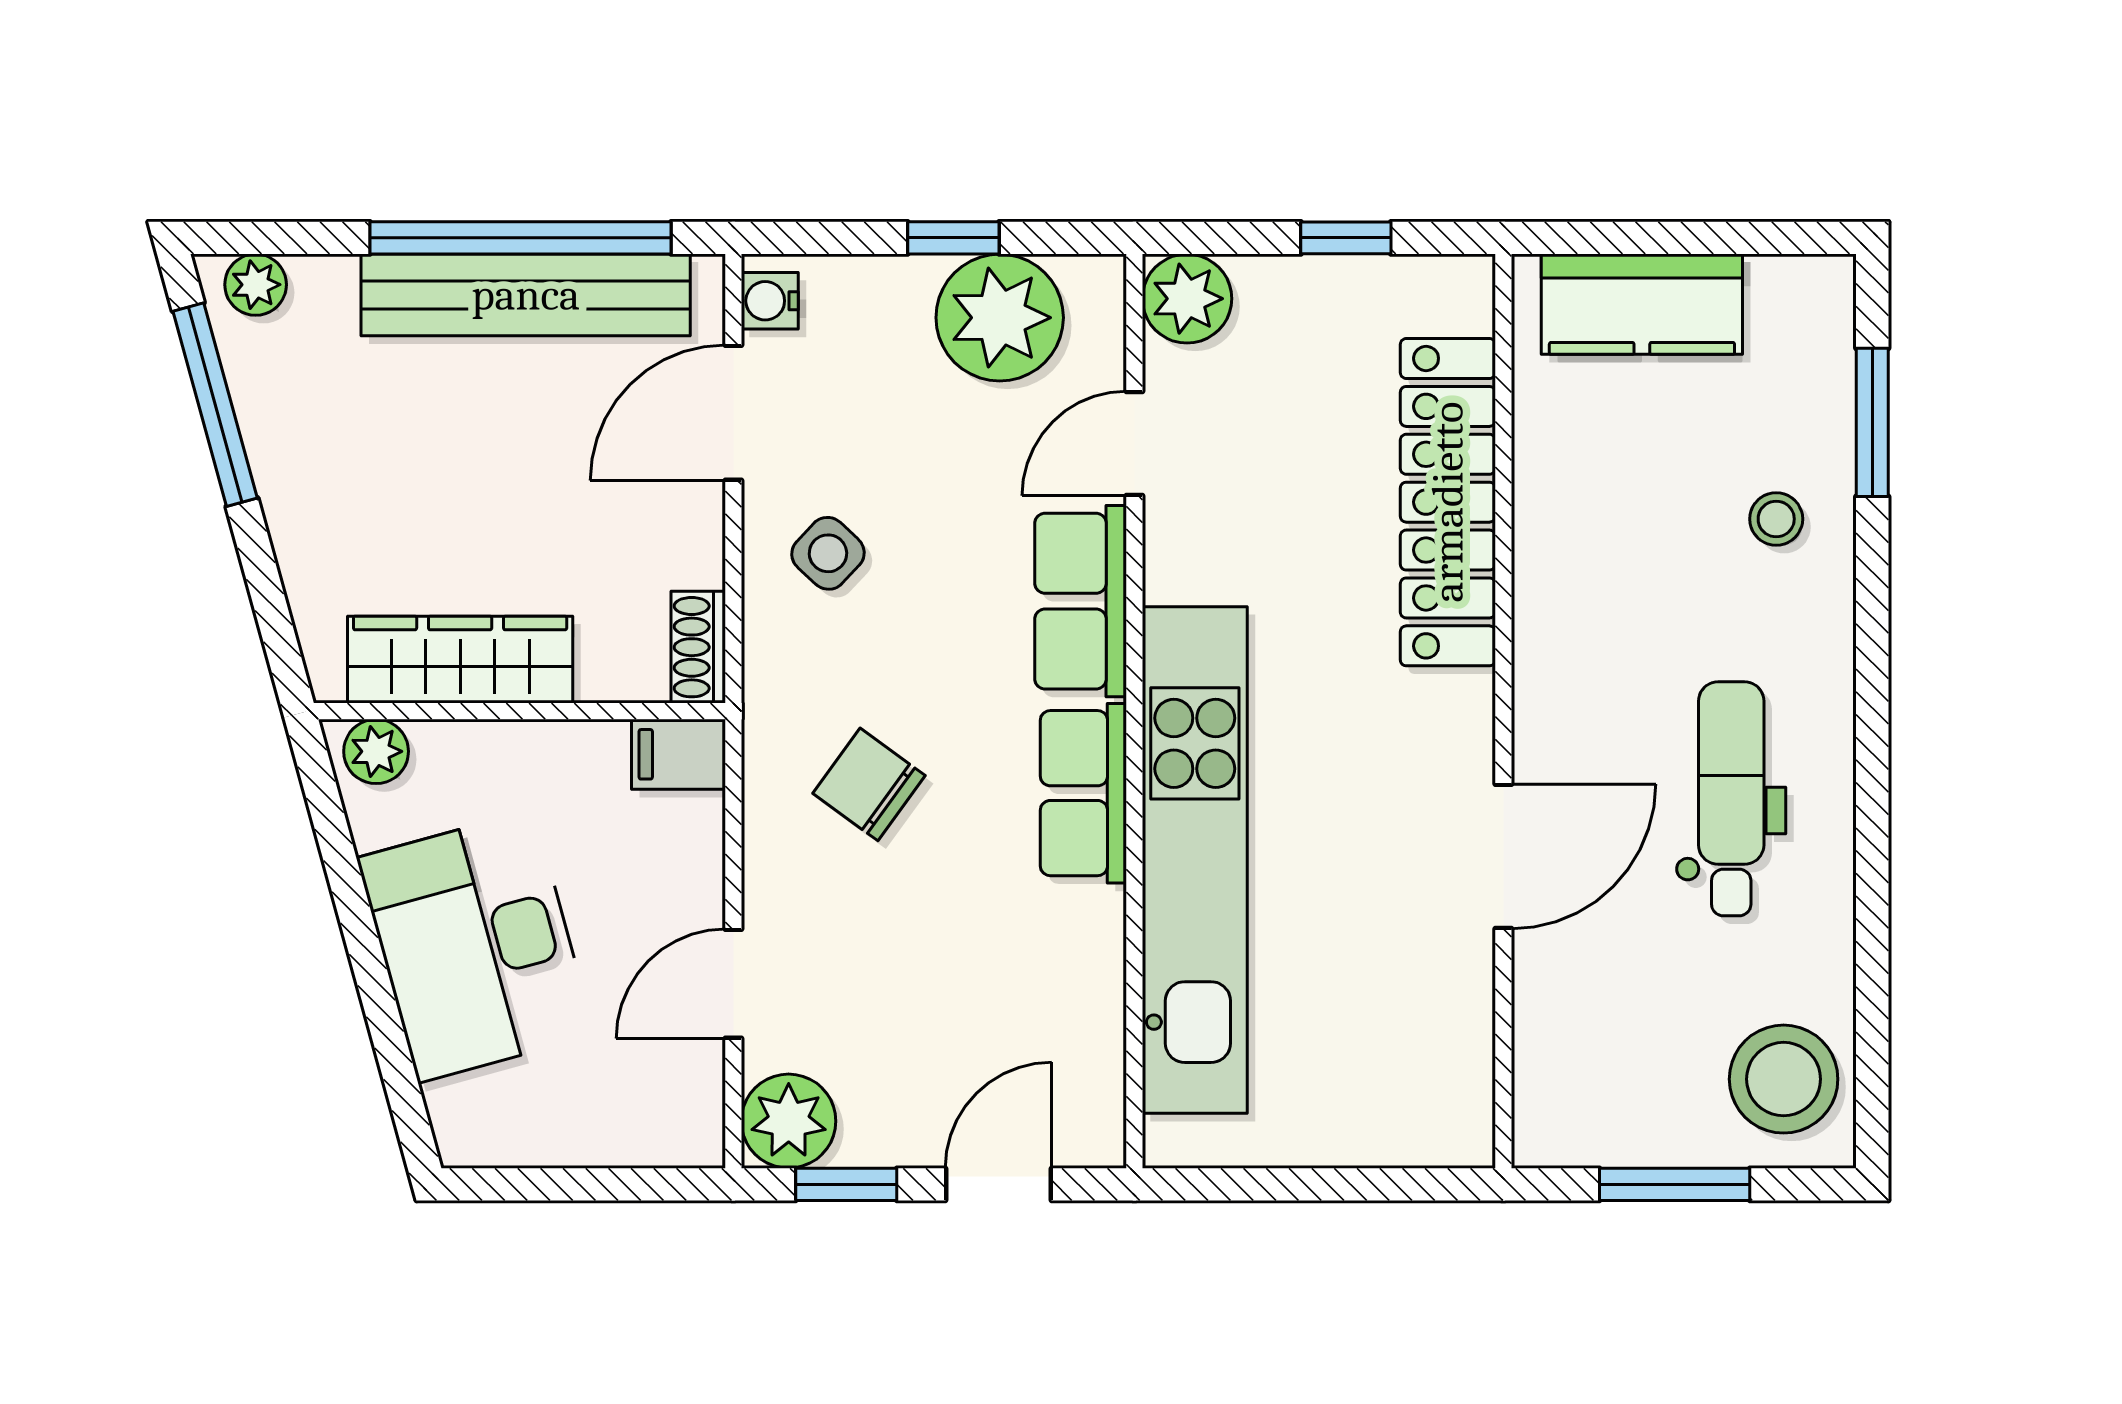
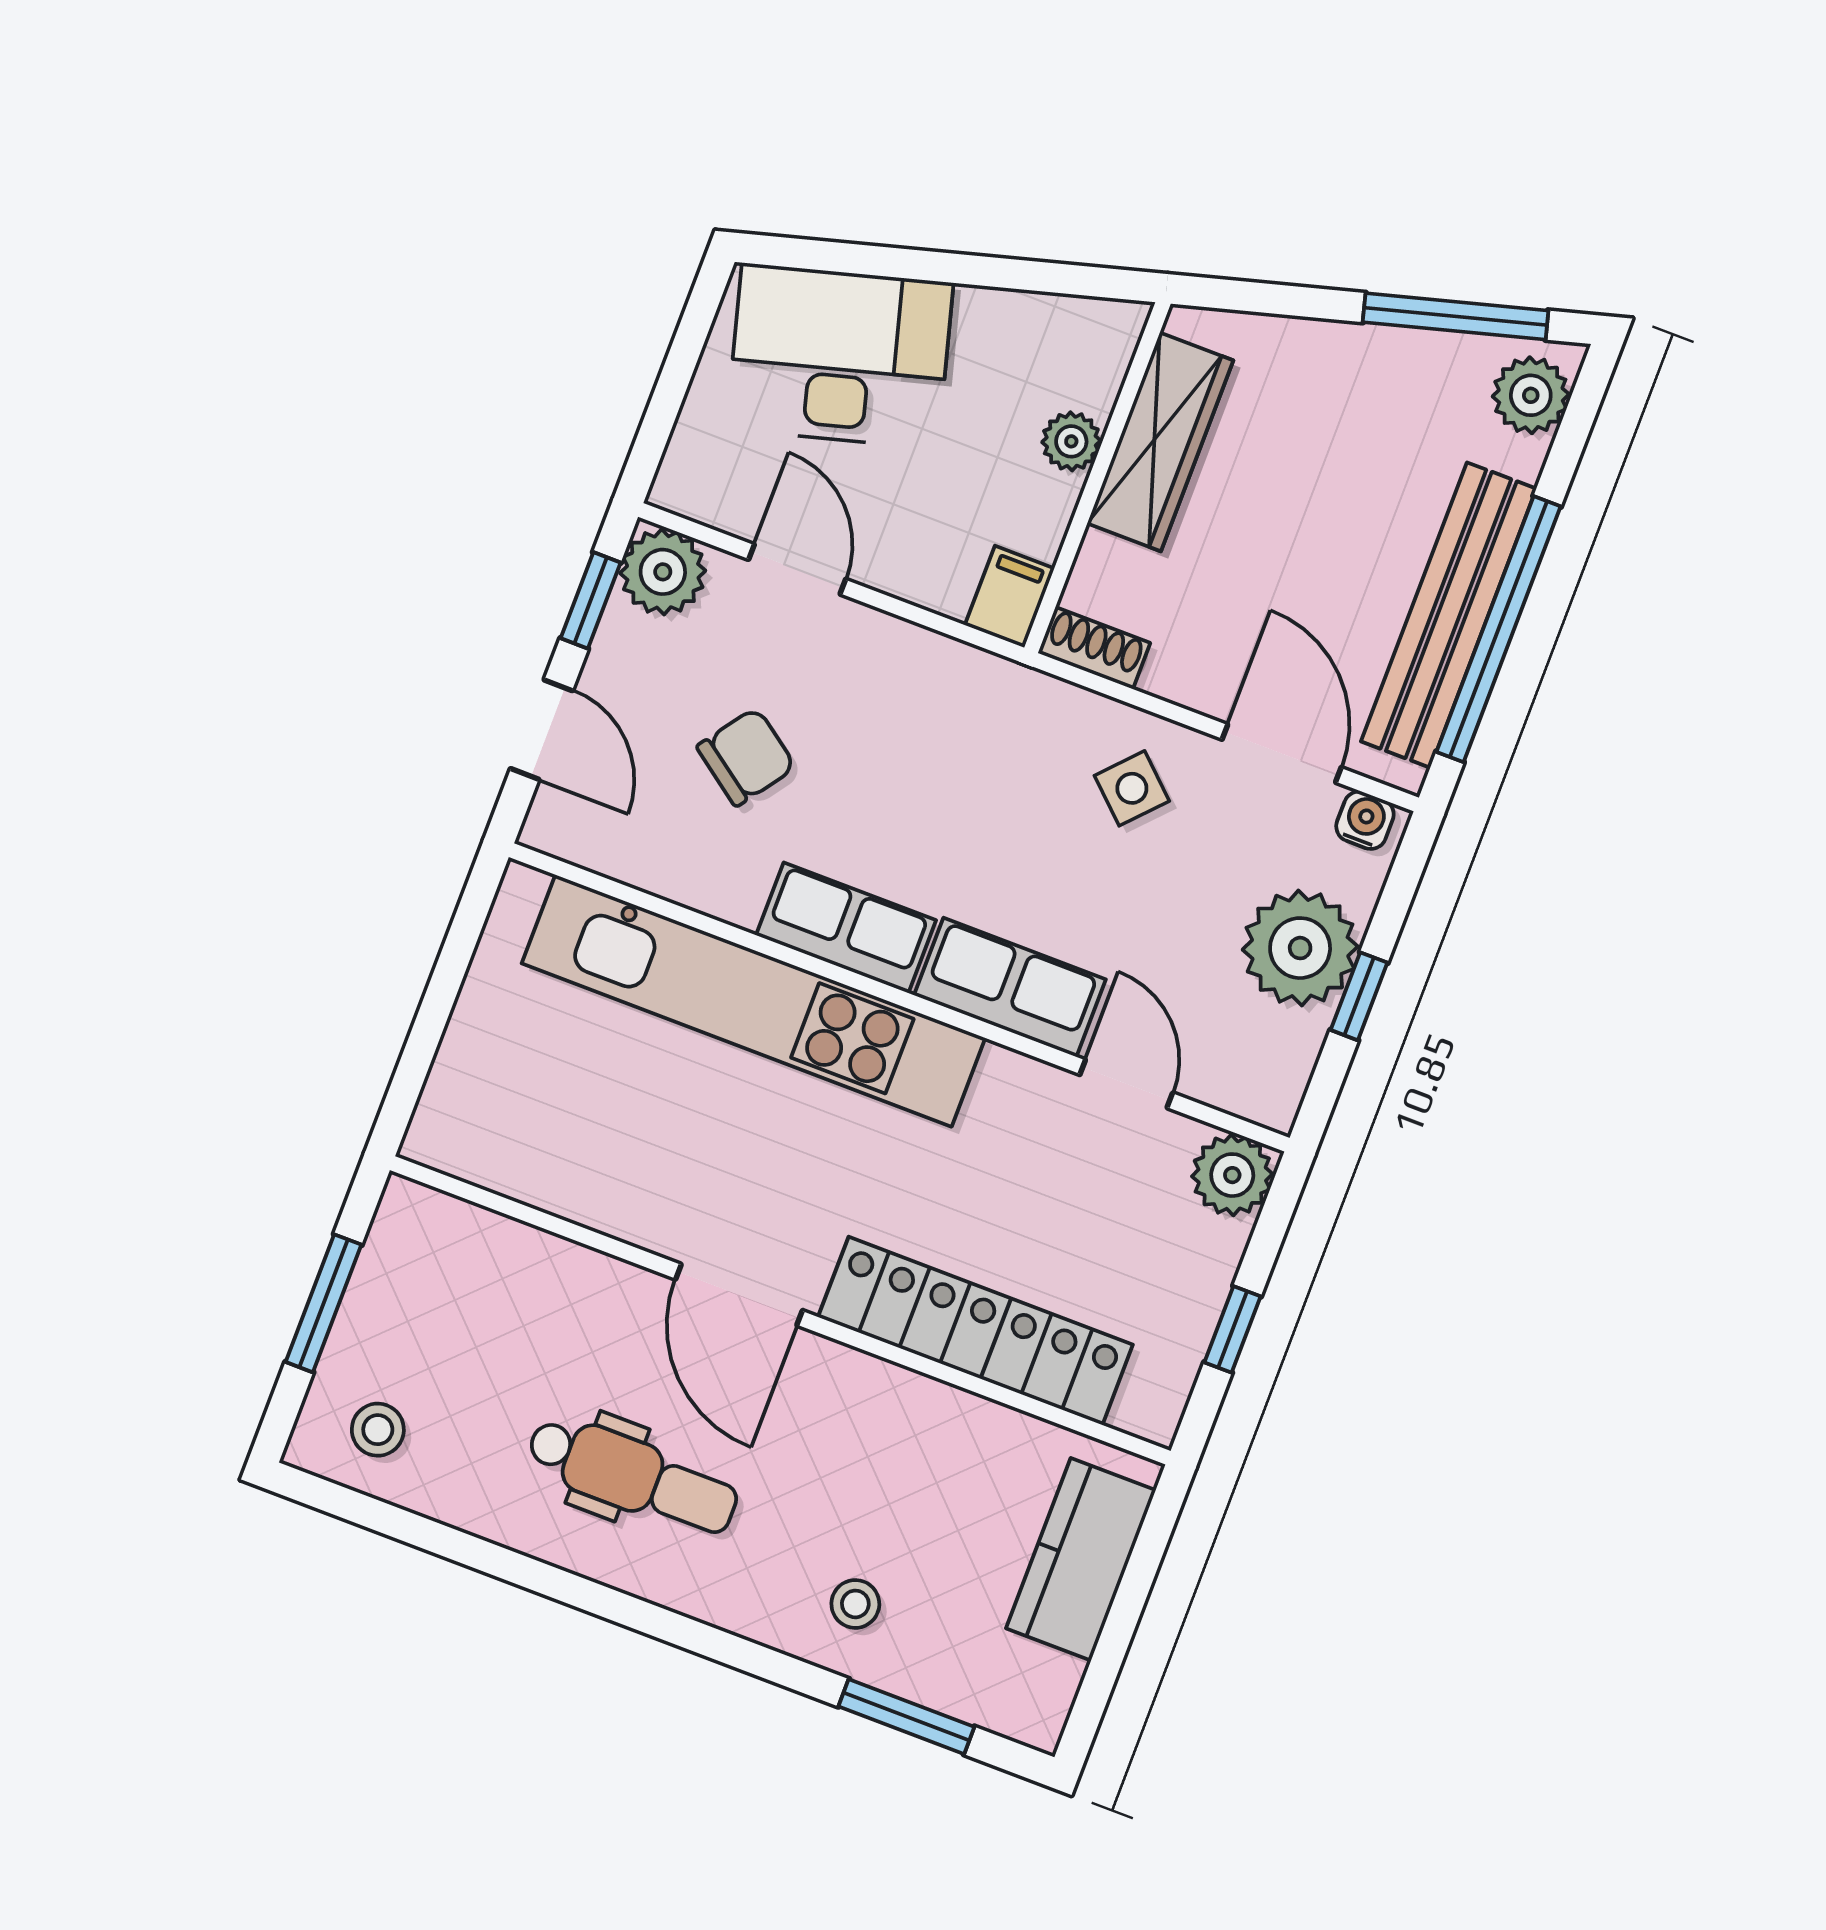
plant: (256, 285) -> (1531, 395), width x1.38, depth x1.38
plant: (1000, 318) -> (1300, 948), moved
plant: (376, 751) -> (1071, 441), moved
chair: (869, 784) -> (746, 757), moved
door: (1503, 856) -> (739, 1295), moved
desk: (476, 946) -> (840, 356), moved
stool: (1784, 1079) -> (378, 1430), width x0.53, depth x0.53

